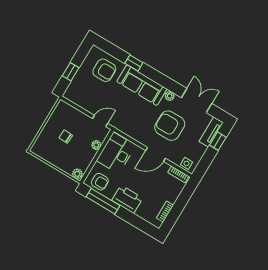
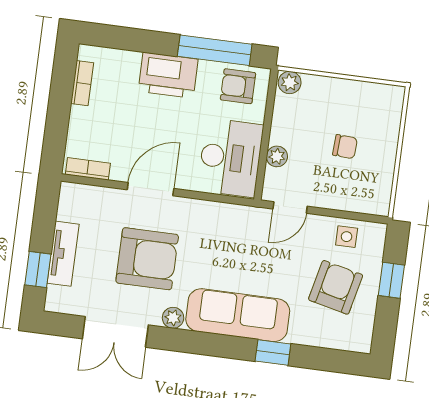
armchair: (104, 70) -> (336, 287), moved, turned 103
tv unit: (211, 132) -> (63, 254), moved
side table: (187, 163) -> (347, 237), moved

